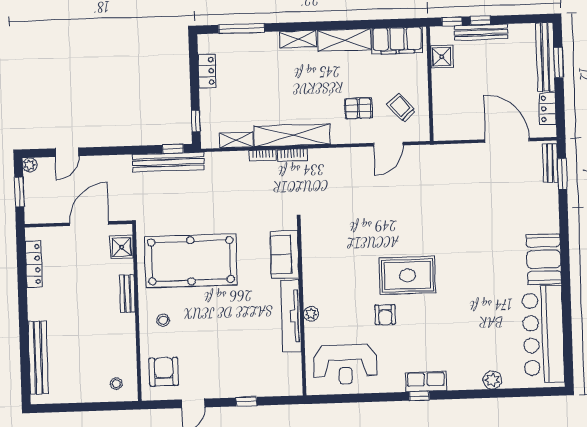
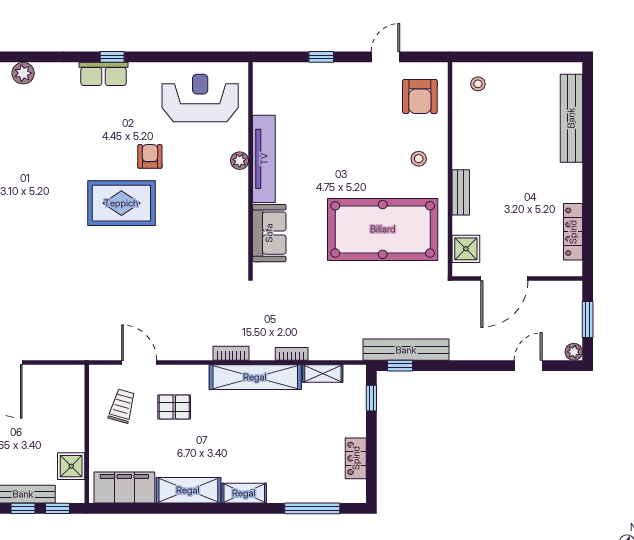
trolley: (401, 108) -> (122, 406), turned -123
door: (388, 144) -> (139, 362), hinge flipped
bookcase: (292, 155) -> (231, 353), moved

